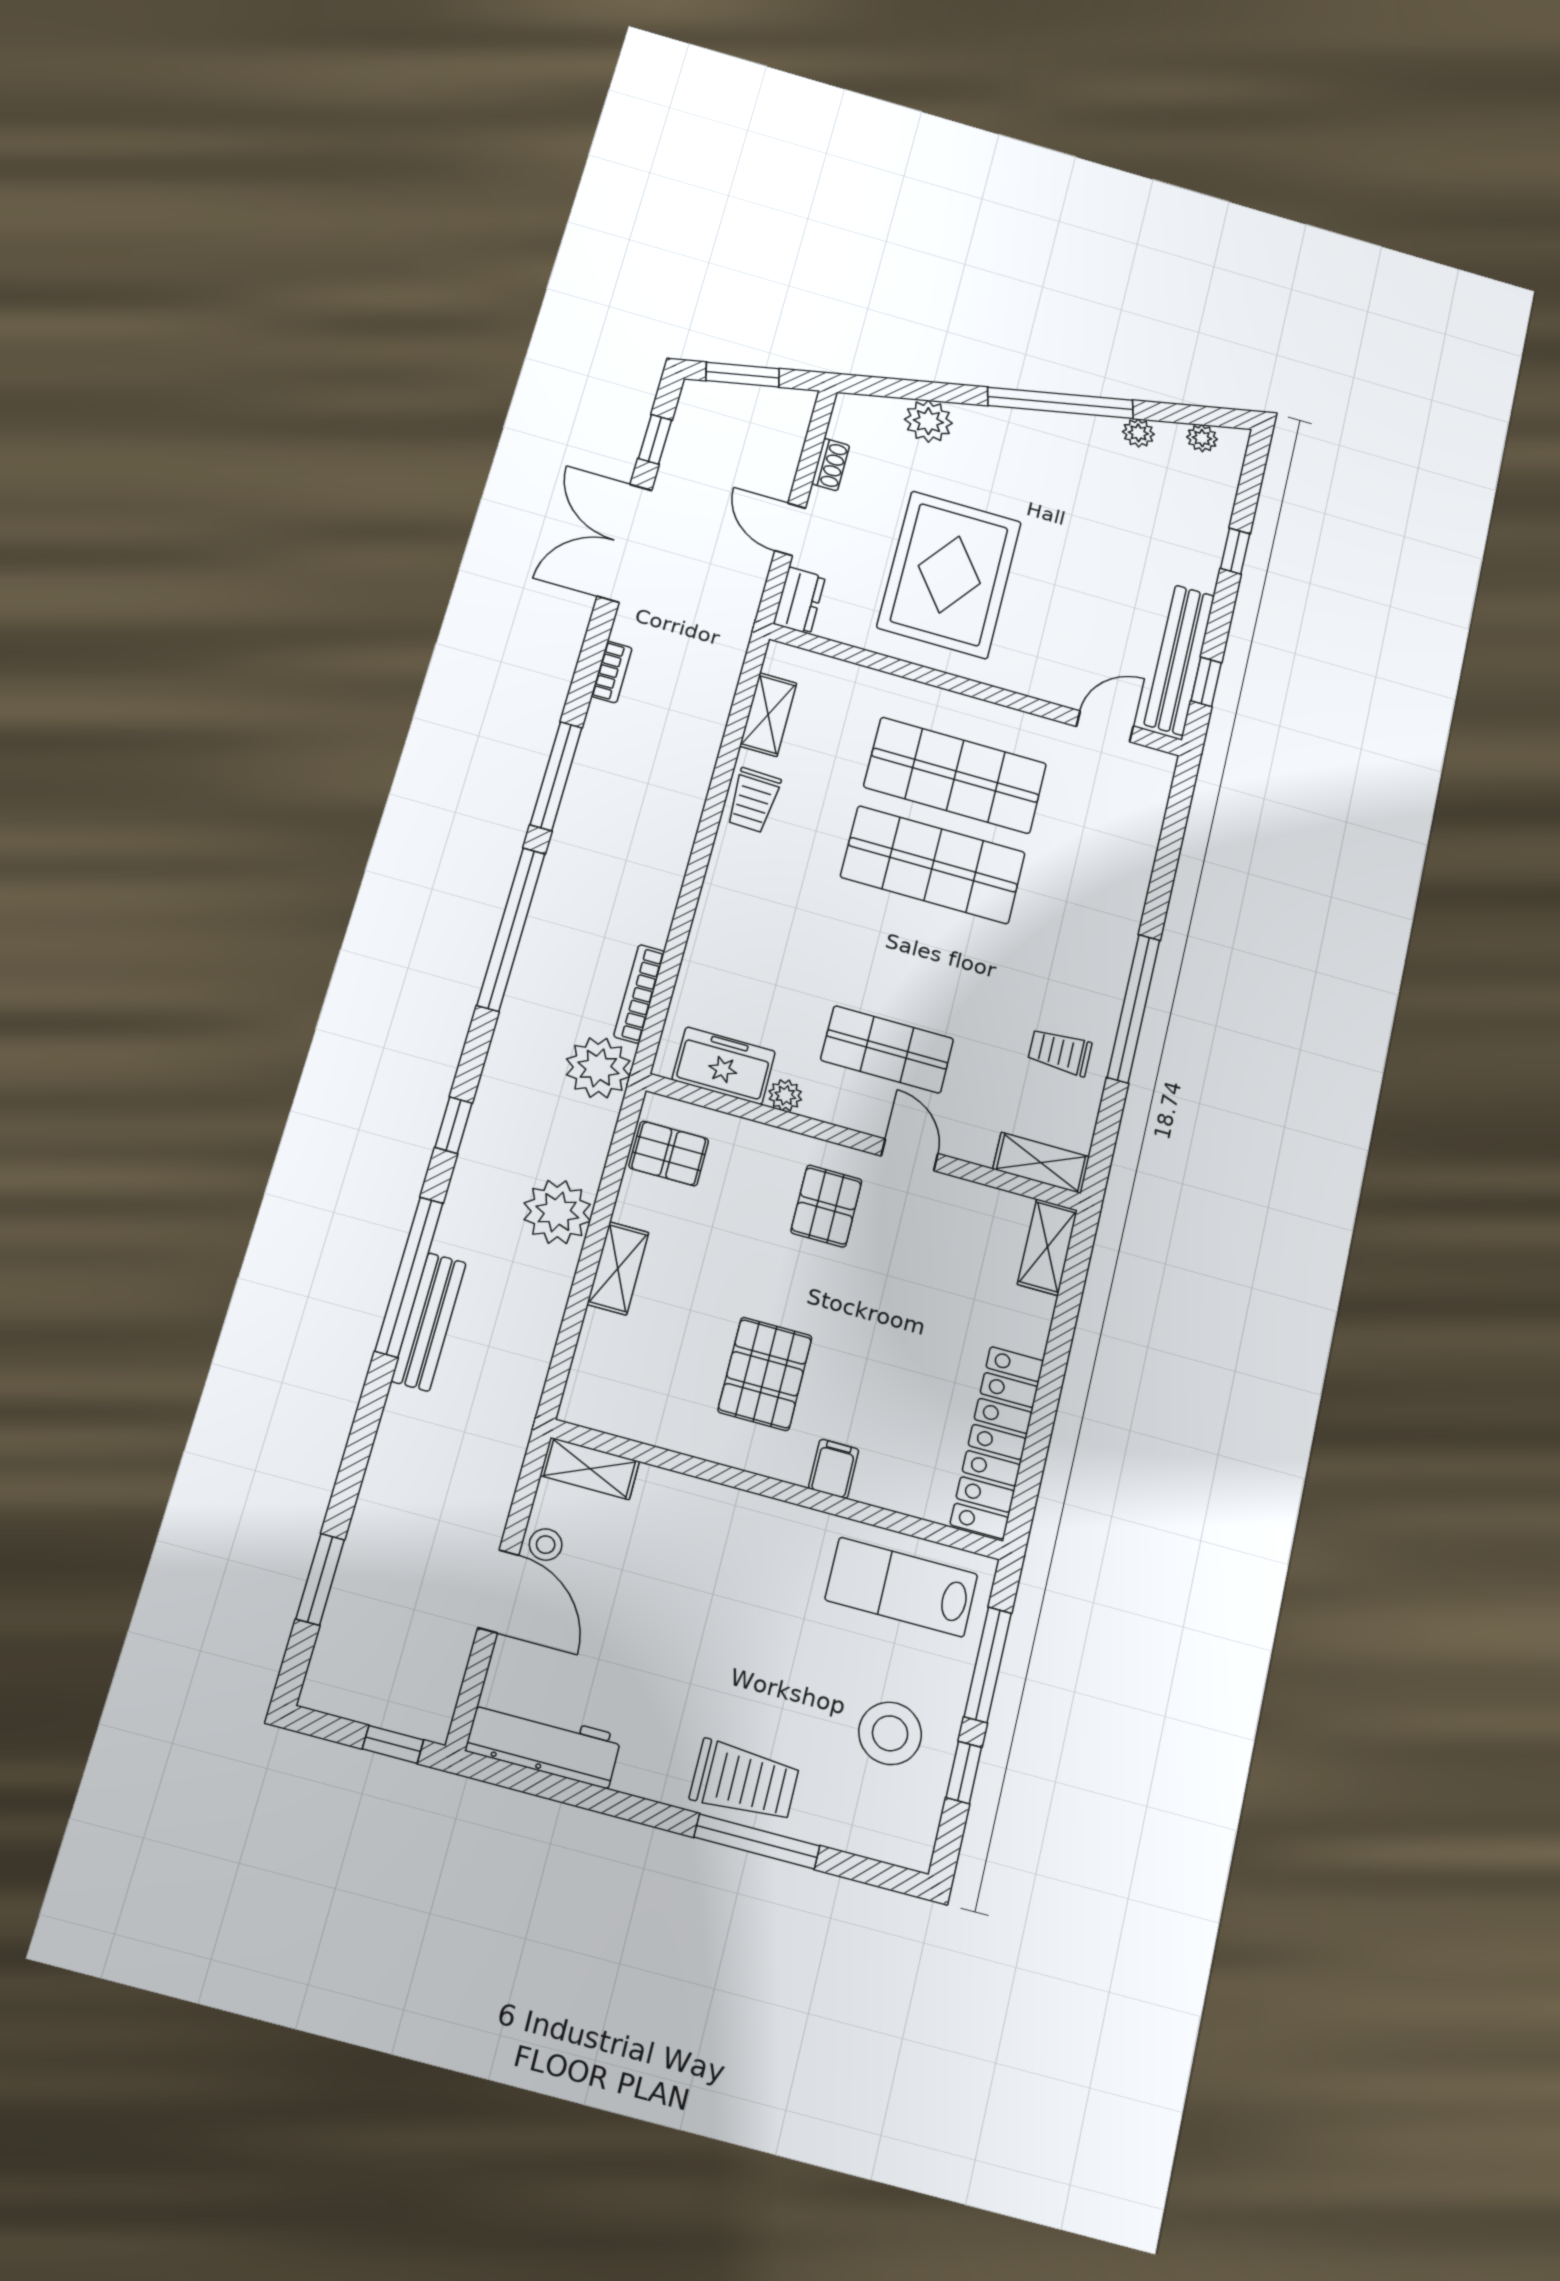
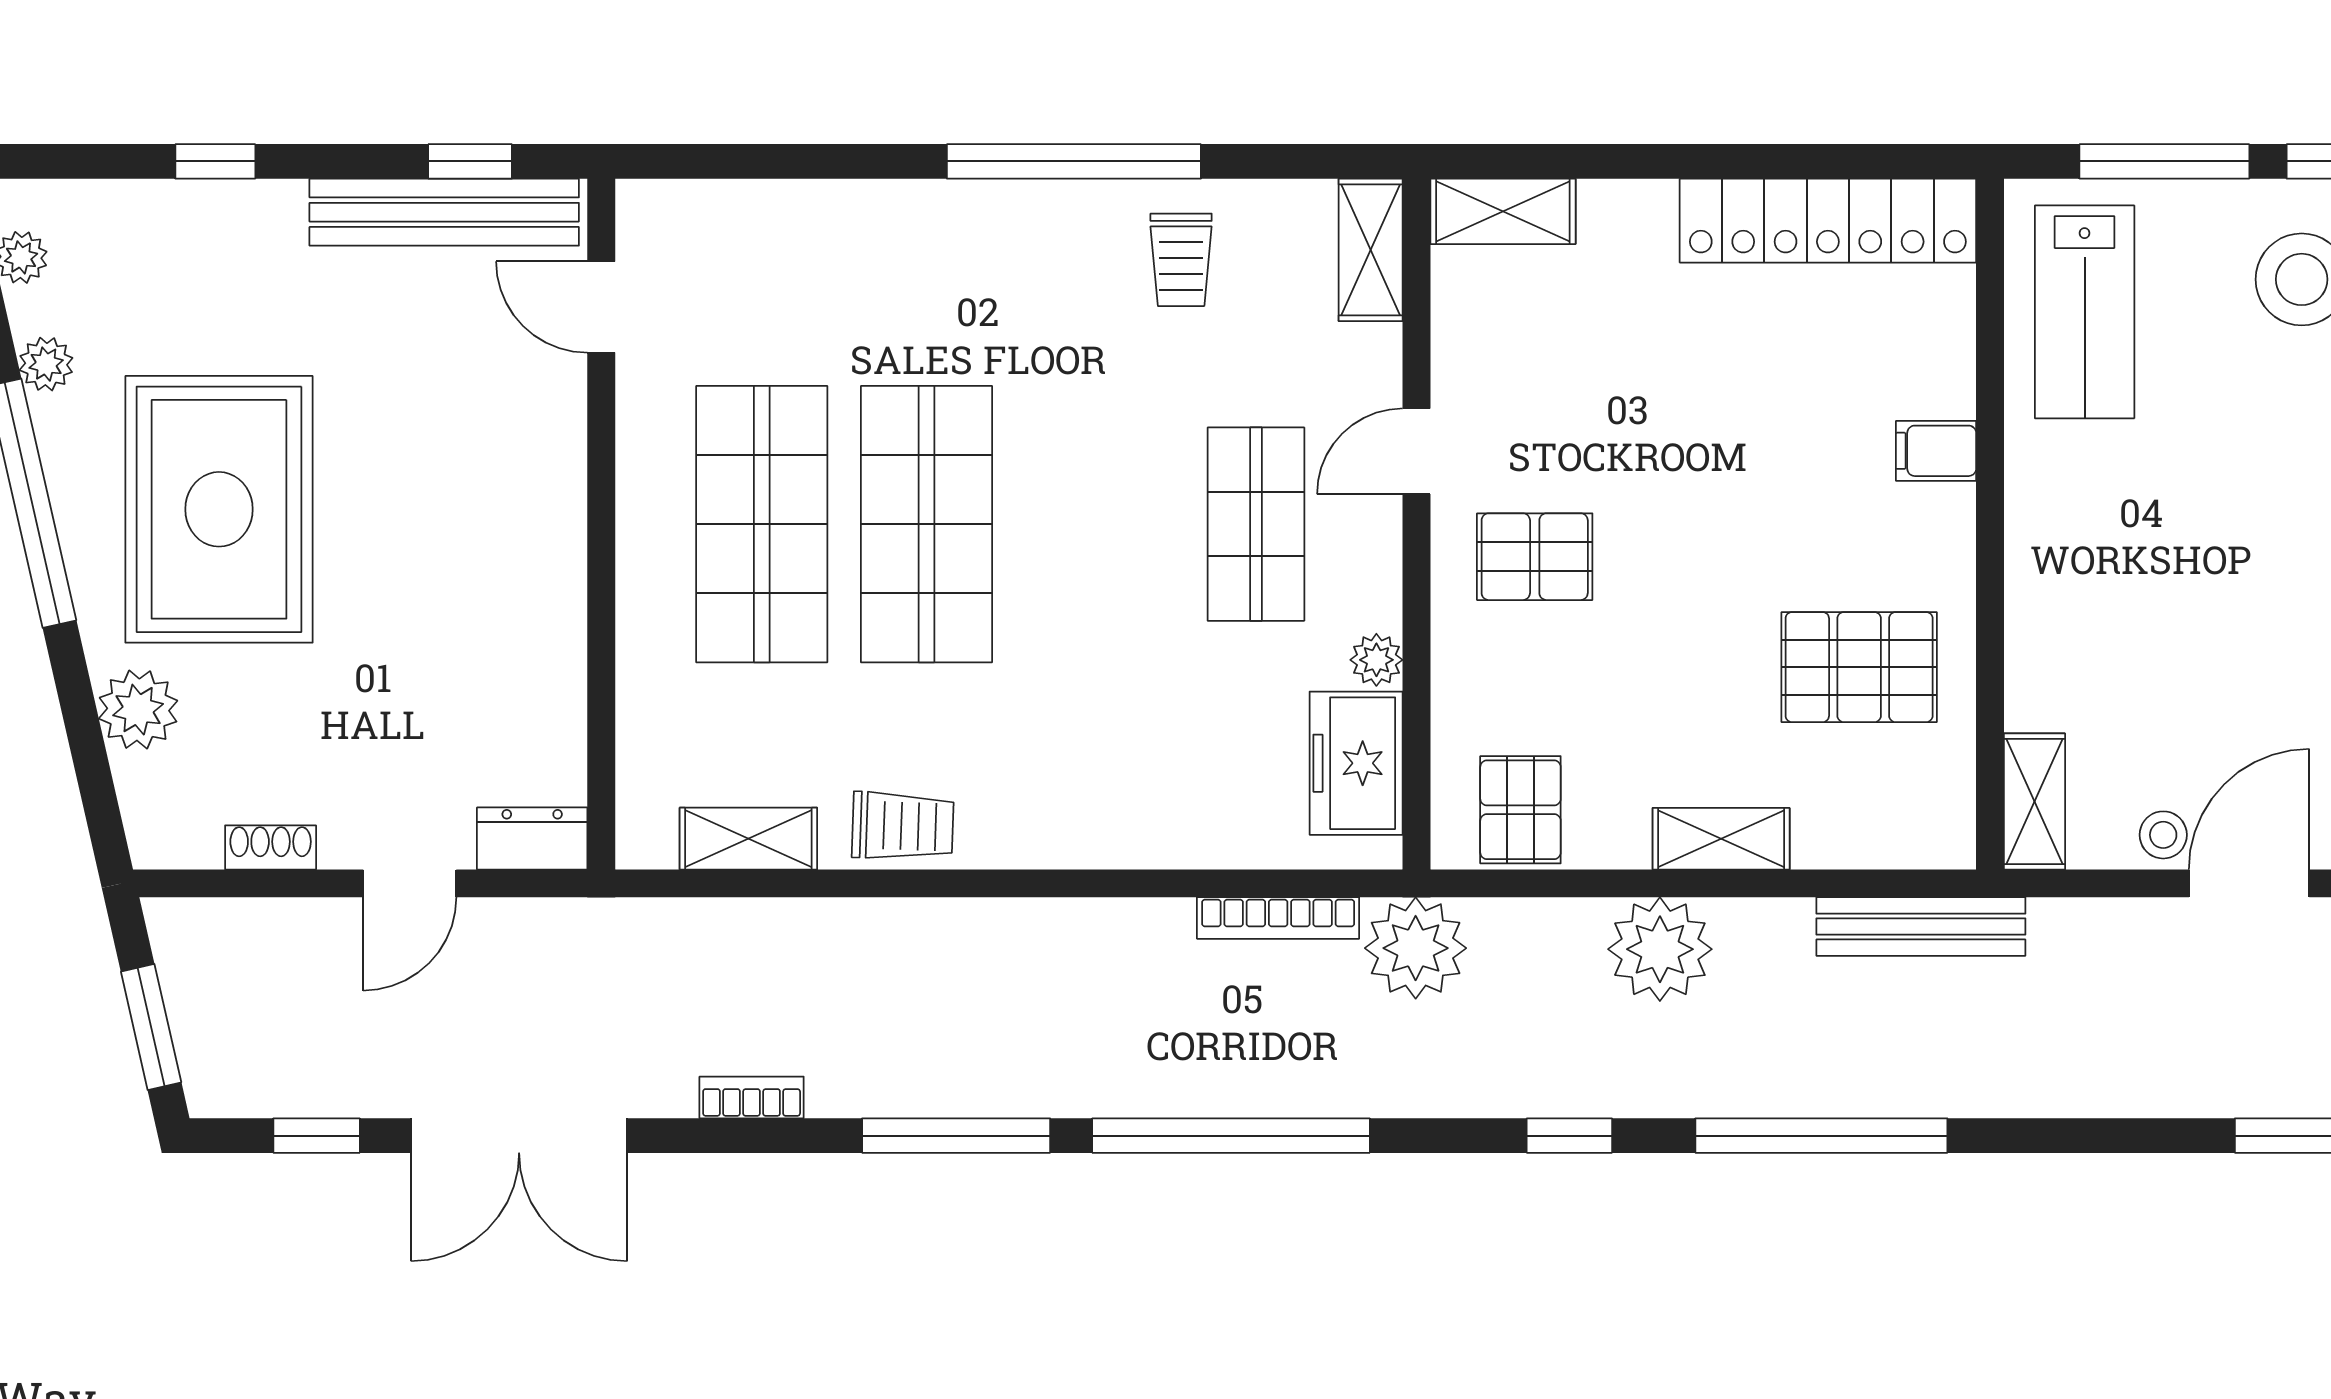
rug: (949, 575) -> (219, 509), moved, turned 90
bench: (429, 1322) -> (1921, 927), moved
pallet: (765, 1374) -> (1859, 667), moved

